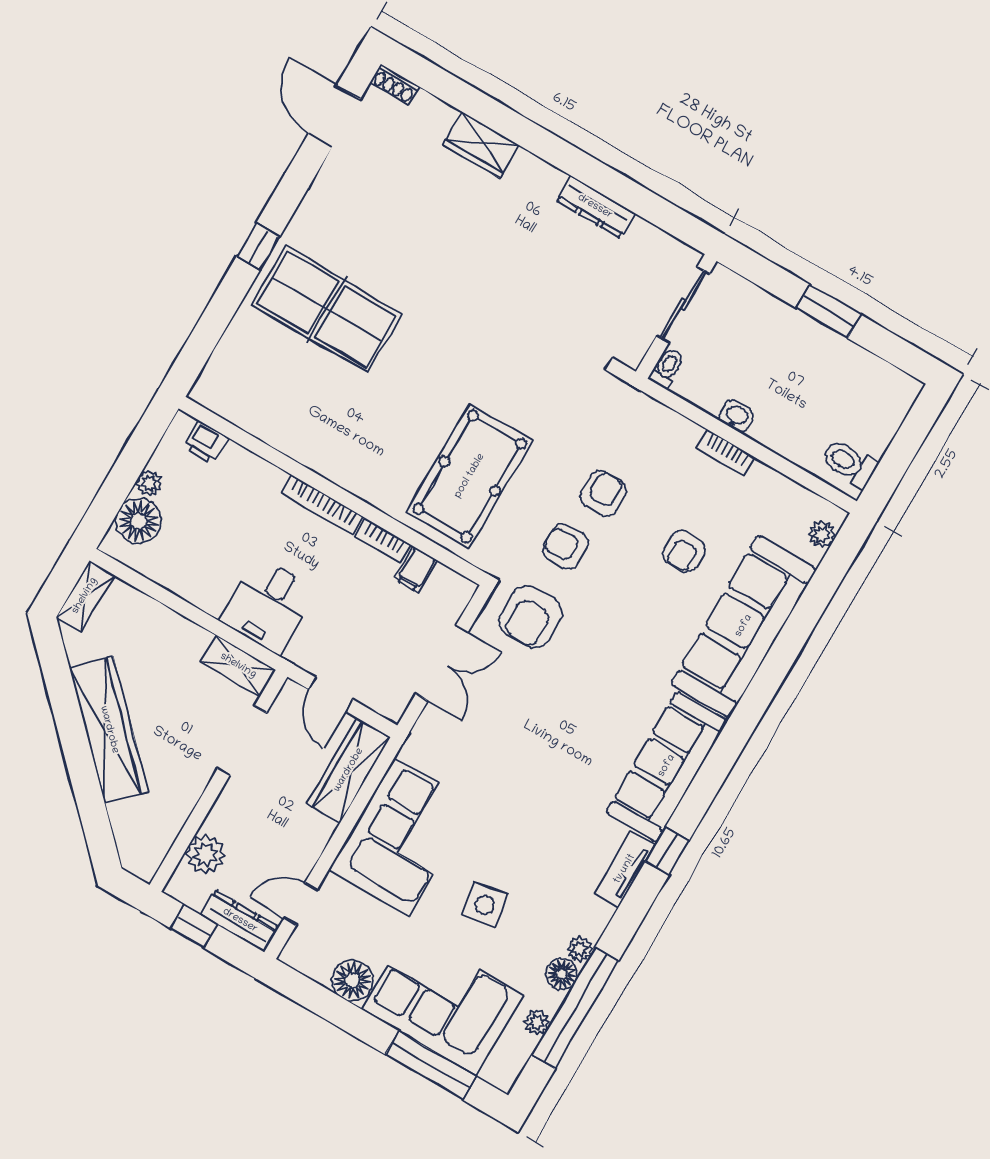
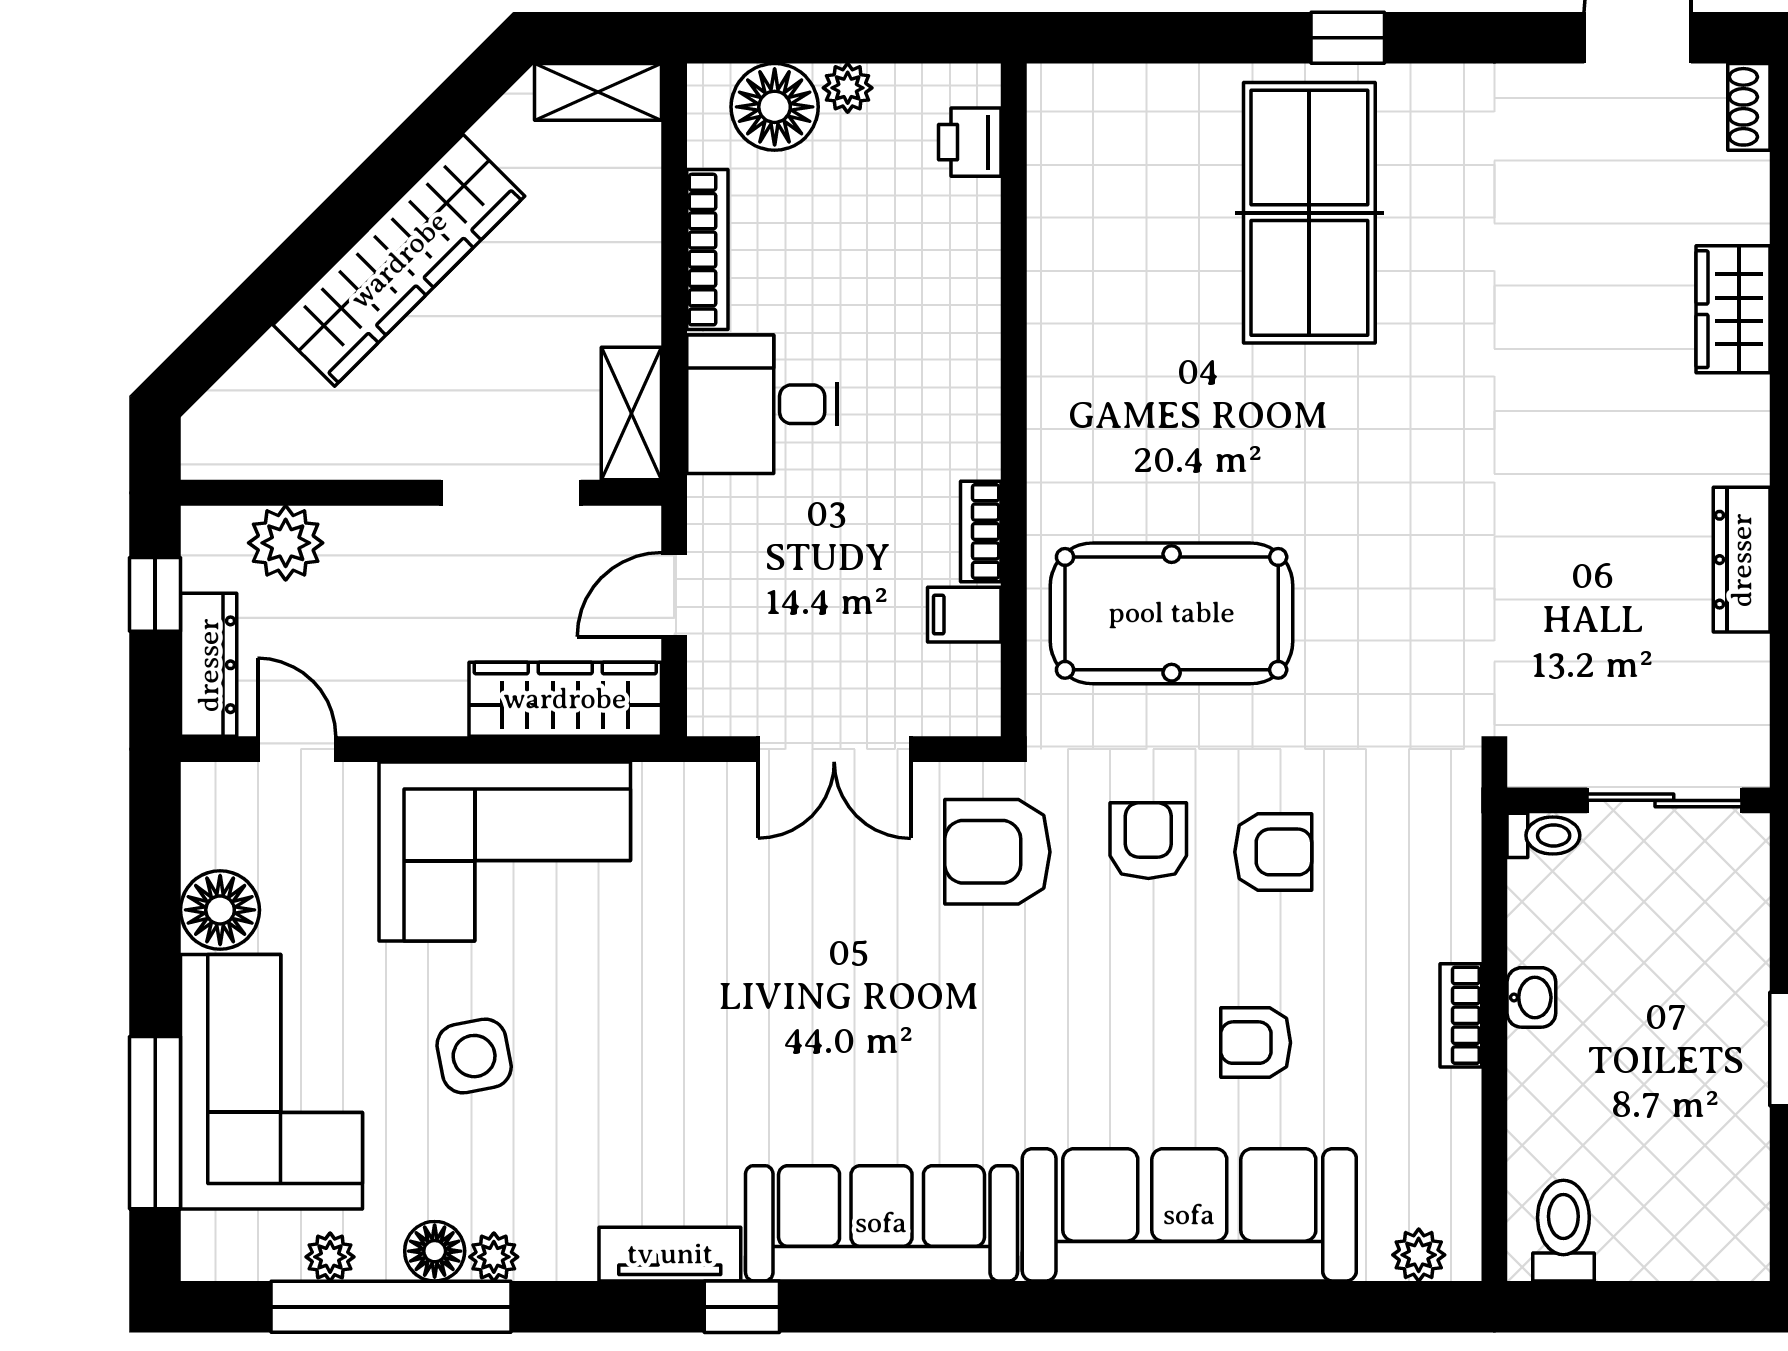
bookcase: (322, 505) -> (707, 250), moved, turned 180

